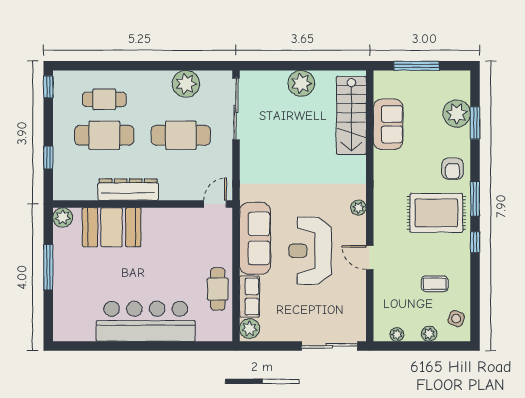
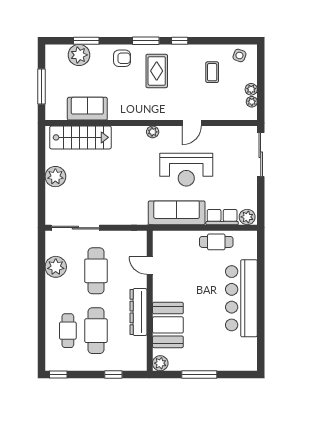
door: (215, 204) -> (150, 266), moved
rug: (436, 213) -> (157, 71), width x0.73, depth x0.70
plant: (429, 334) -> (251, 89), moved

